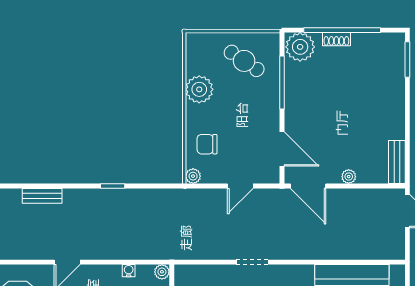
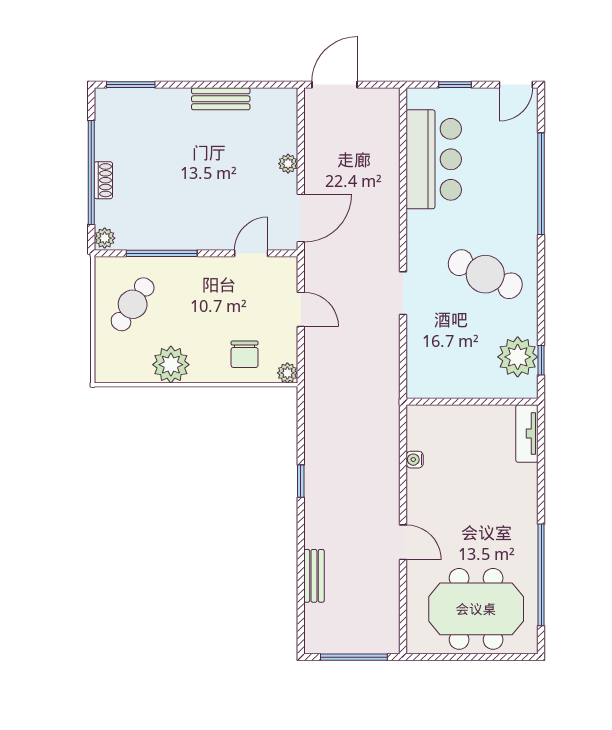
plant: (300, 47) -> (105, 238), width x0.53, depth x0.53
door: (282, 149) -> (251, 253), width x0.73
bench: (397, 162) -> (221, 99), moved
plant: (162, 272) -> (416, 415), removed

